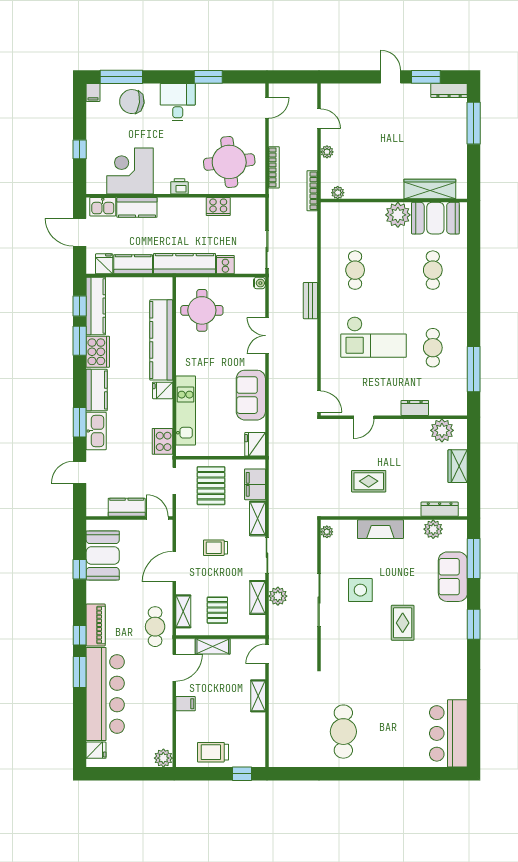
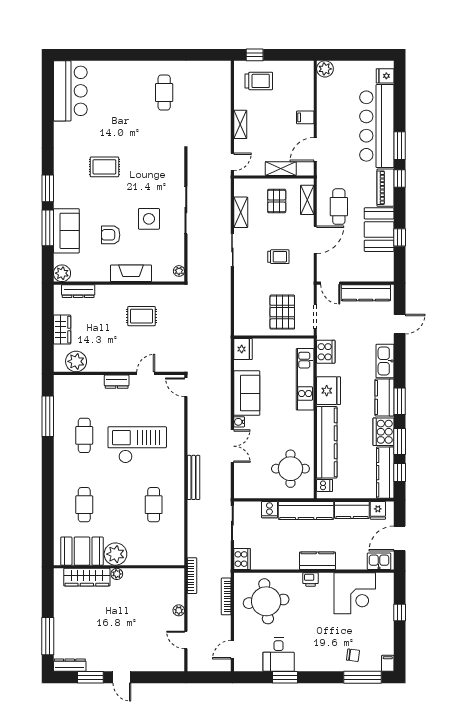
chair: (132, 102) -> (353, 655), width x0.54, depth x0.54
desk: (178, 102) -> (279, 655), moved
plant: (338, 193) -> (117, 574), moved
kitchen counter: (137, 207) -> (317, 561), moved
cooker: (218, 207) -> (242, 559), moved, turned 90
door: (80, 232) -> (400, 539), swing flipped
water cooler: (259, 283) -> (239, 422), moved
dishwasher: (164, 292) -> (325, 485), added
bench: (310, 301) -> (194, 477), width x1.36
fridge: (163, 390) -> (329, 391), width x1.88, depth x1.34
dresser: (415, 408) -> (117, 382), moved
window: (80, 422) -> (400, 401), moved
filing cabinet: (255, 484) -> (243, 313), removed
kitchen counter: (127, 507) -> (366, 293), width x1.50
shelving: (258, 518) -> (241, 283), removed
plant: (433, 529) -> (62, 273), moved
booth: (103, 555) -> (379, 230), moved
window: (474, 558) -> (48, 228), moved
armchair: (403, 572) -> (111, 235), added
plant: (278, 596) -> (223, 213), removed
rug: (403, 623) -> (104, 167), moved, turned 90
cafe table: (155, 627) -> (339, 207), moved
cafe table: (343, 732) -> (164, 93), width x0.73, depth x0.74
trolley: (213, 752) -> (259, 81), moved

